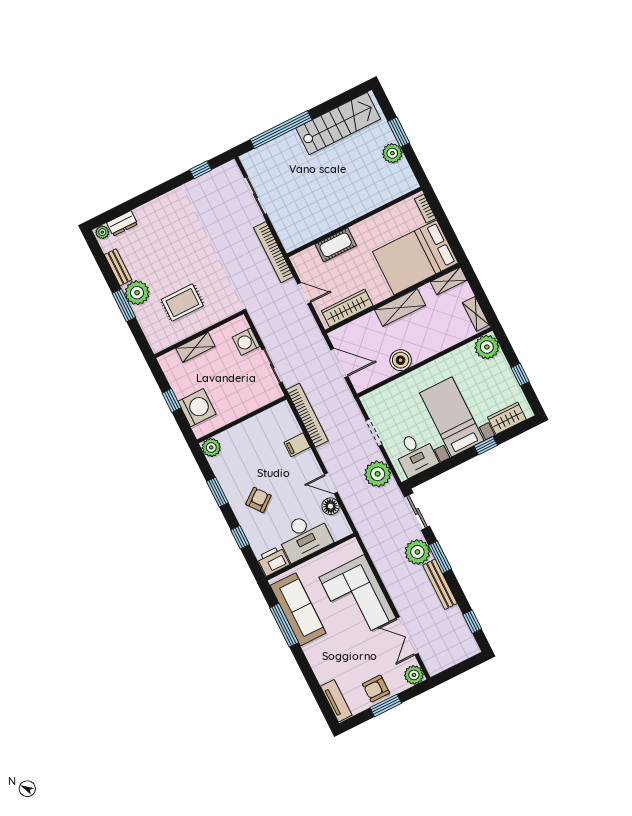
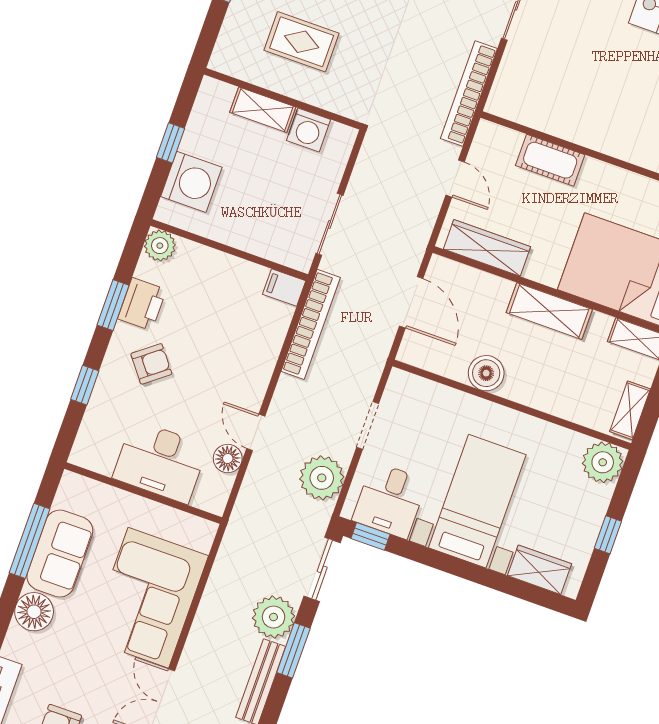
washing machine: (246, 342) -> (308, 130), moved, turned -90
filing cabinet: (297, 445) -> (284, 288), moved
window: (486, 446) -> (370, 536), moved
printer: (273, 561) -> (142, 304), moved, turned 90
sofa: (298, 609) -> (60, 554), width x0.73
floor lamp: (316, 652) -> (34, 612), added

